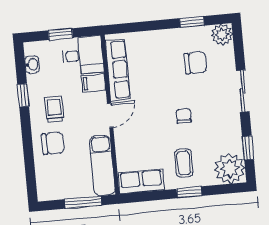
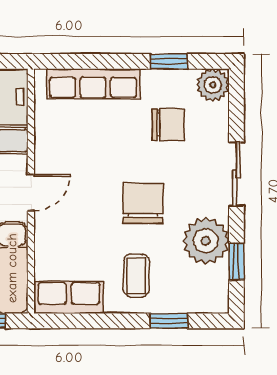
row of seats: (118, 70) -> (93, 84), moved, turned 90
chair: (184, 116) -> (143, 203), width x1.87, depth x1.87
plant: (230, 169) -> (206, 241), moved
window: (189, 192) -> (169, 321), moved

